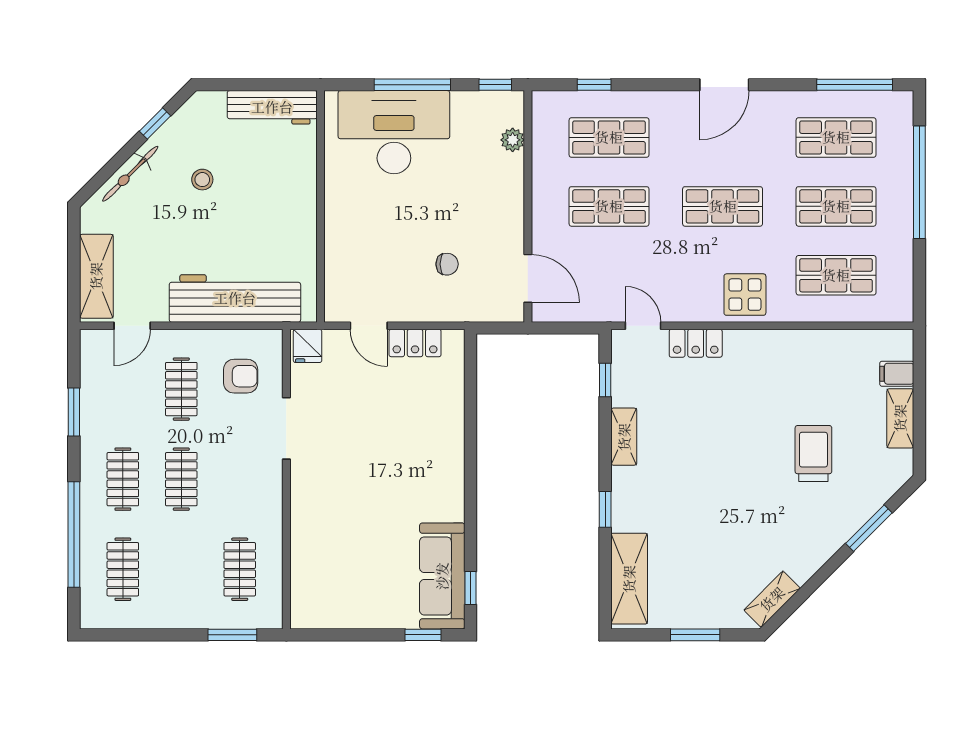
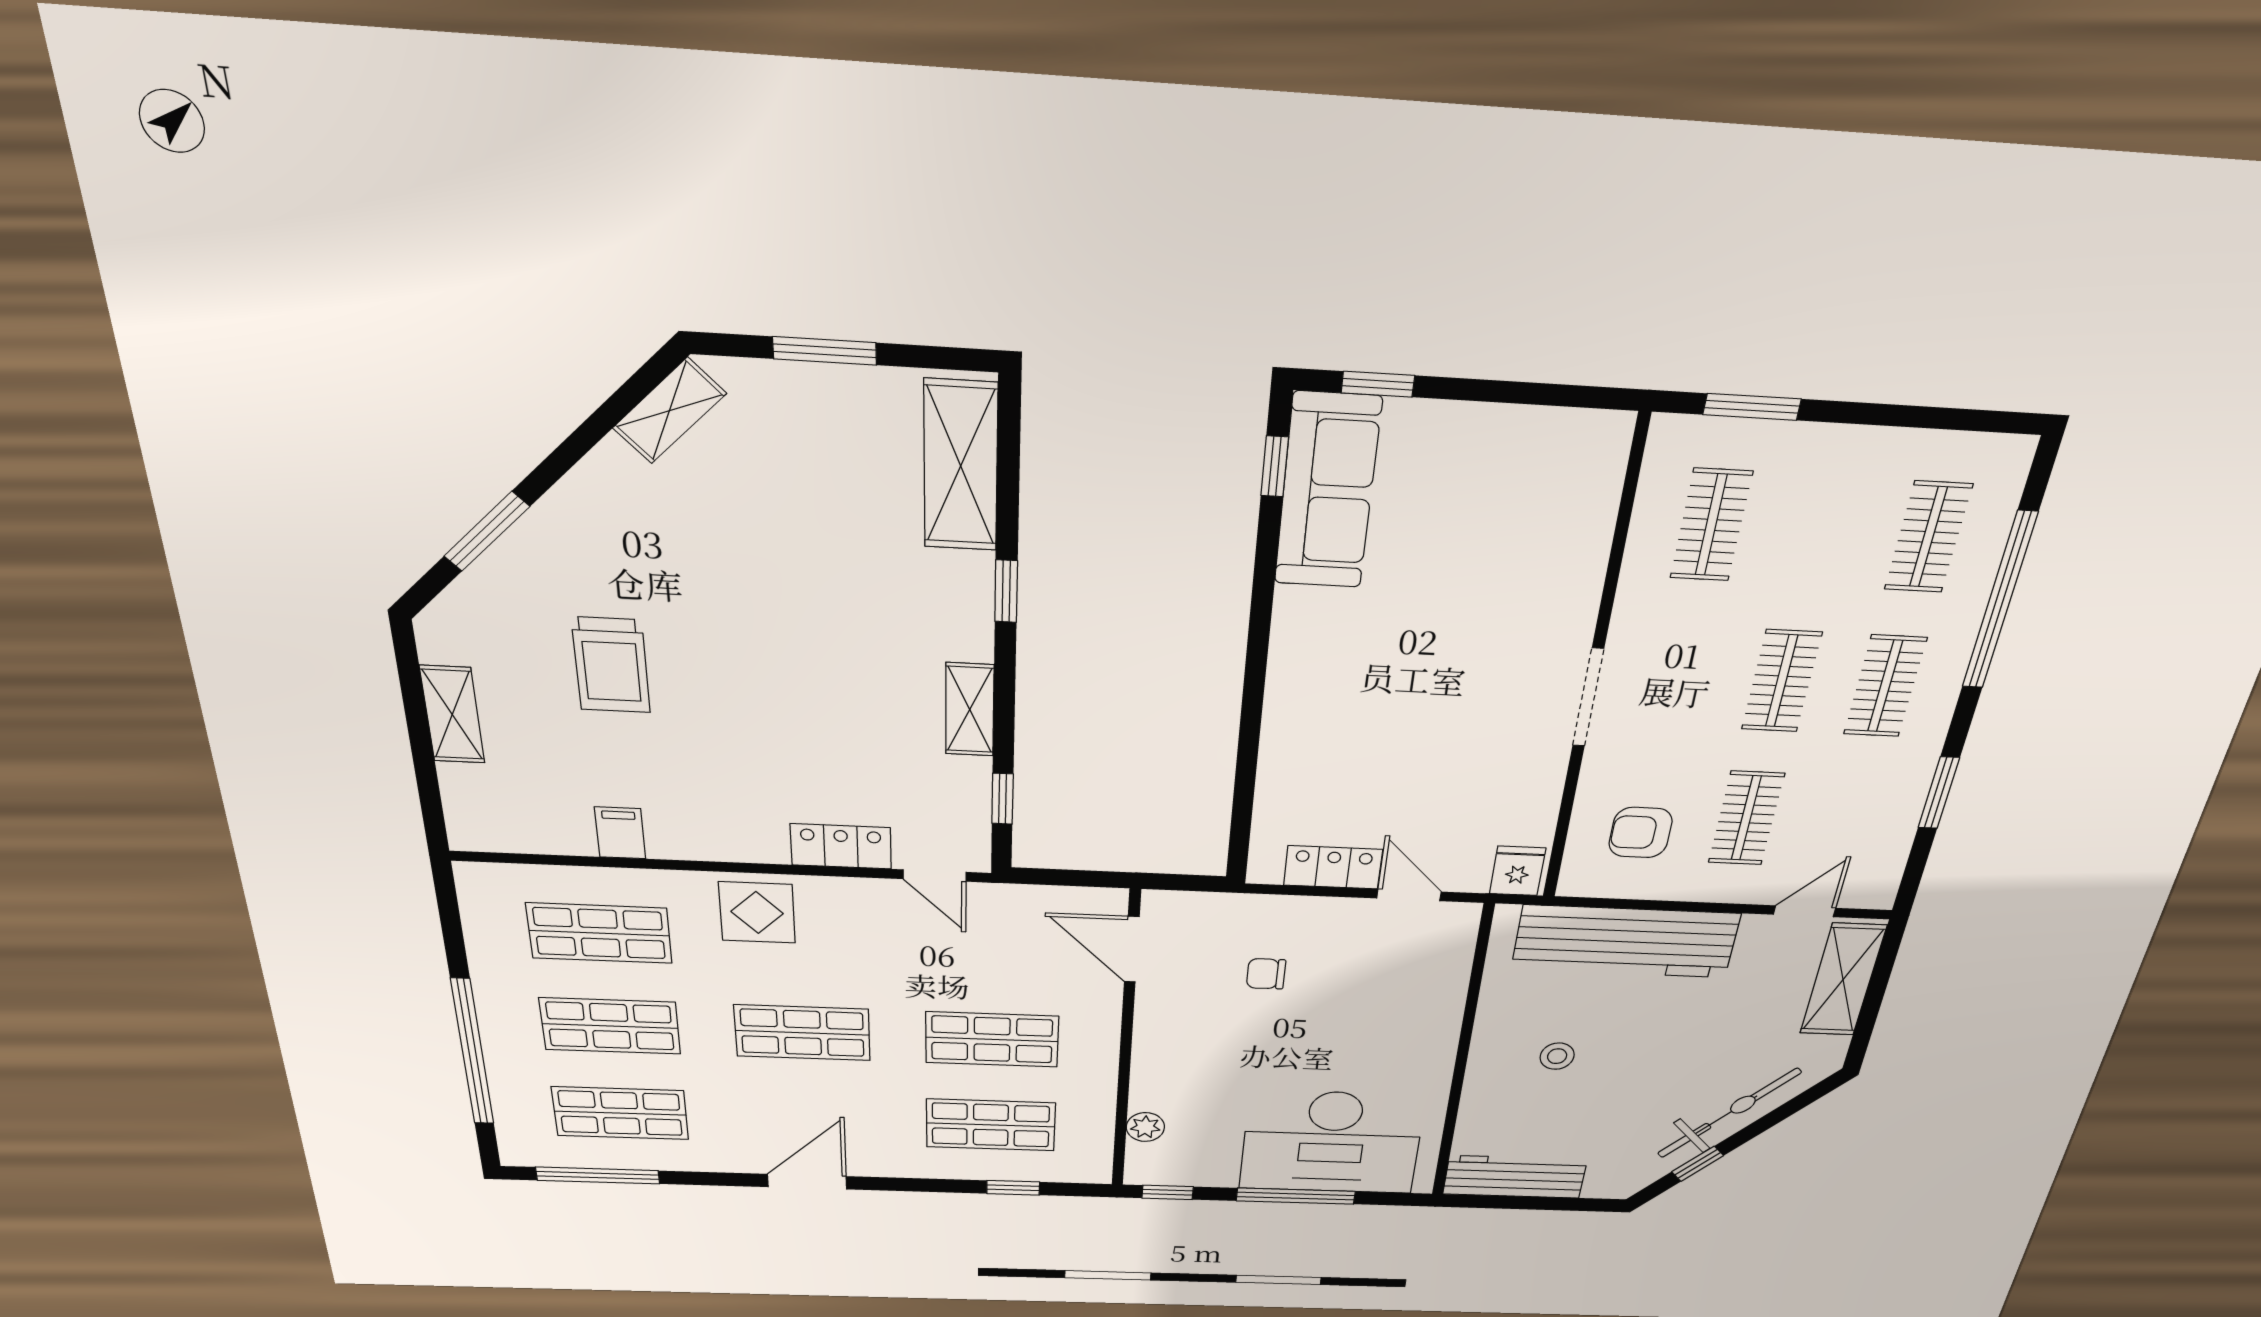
bicycle: (130, 174) -> (1729, 1113), width x1.37, depth x1.40
stool: (202, 180) -> (1557, 1056), moved
filing cabinet: (897, 374) -> (620, 833), moved, turned -90
doorway: (286, 428) -> (1588, 697), moved

